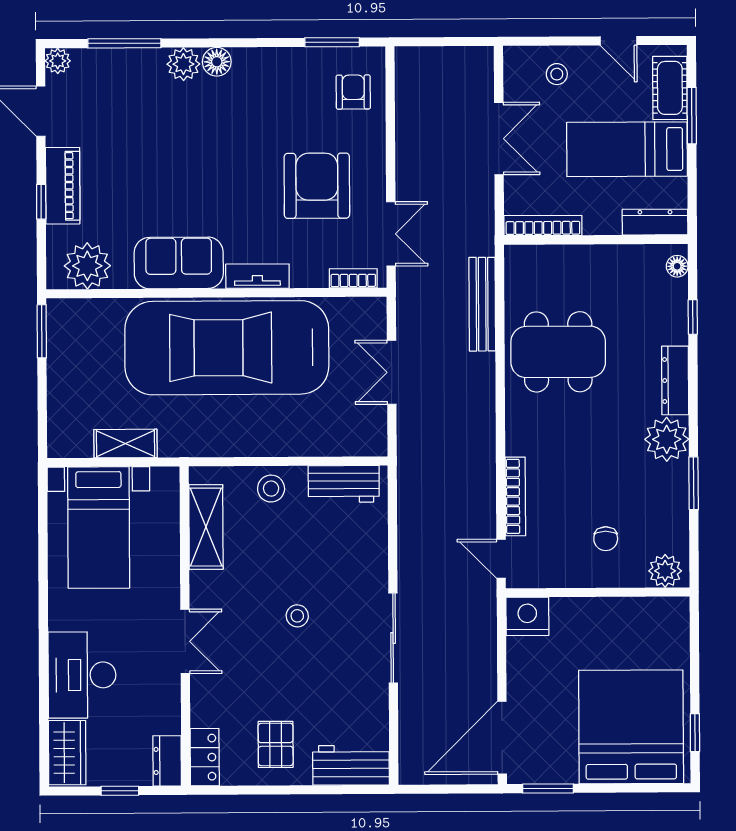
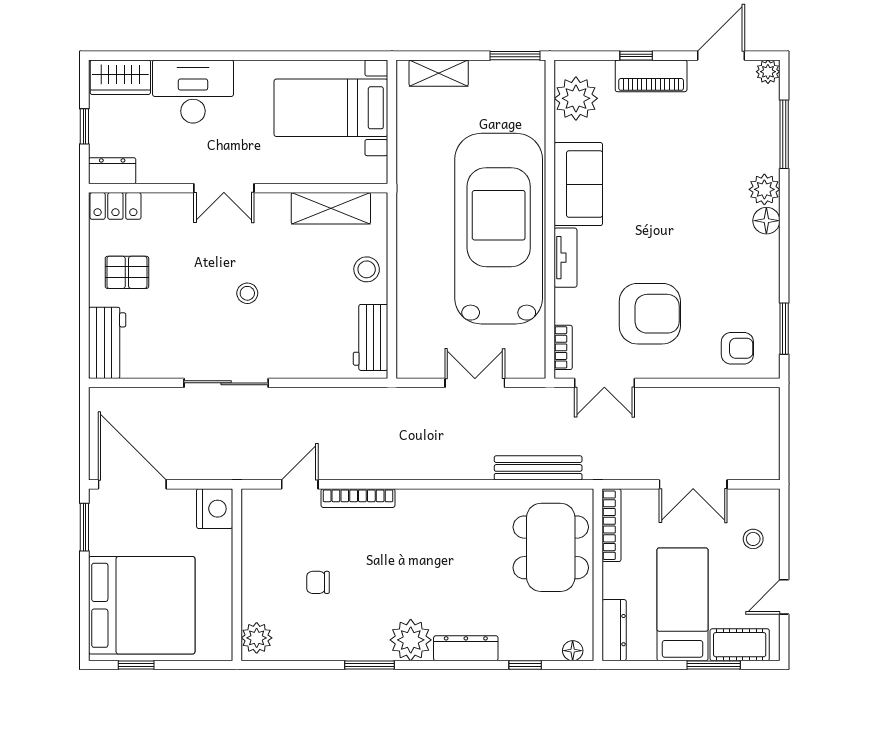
dining table: (558, 352) -> (551, 547), moved
shelving: (126, 444) -> (439, 73), moved, turned 90
plant: (665, 571) -> (257, 638), moved
wall: (598, 592) -> (237, 575), moved
nightstand: (527, 616) -> (215, 509), moved

